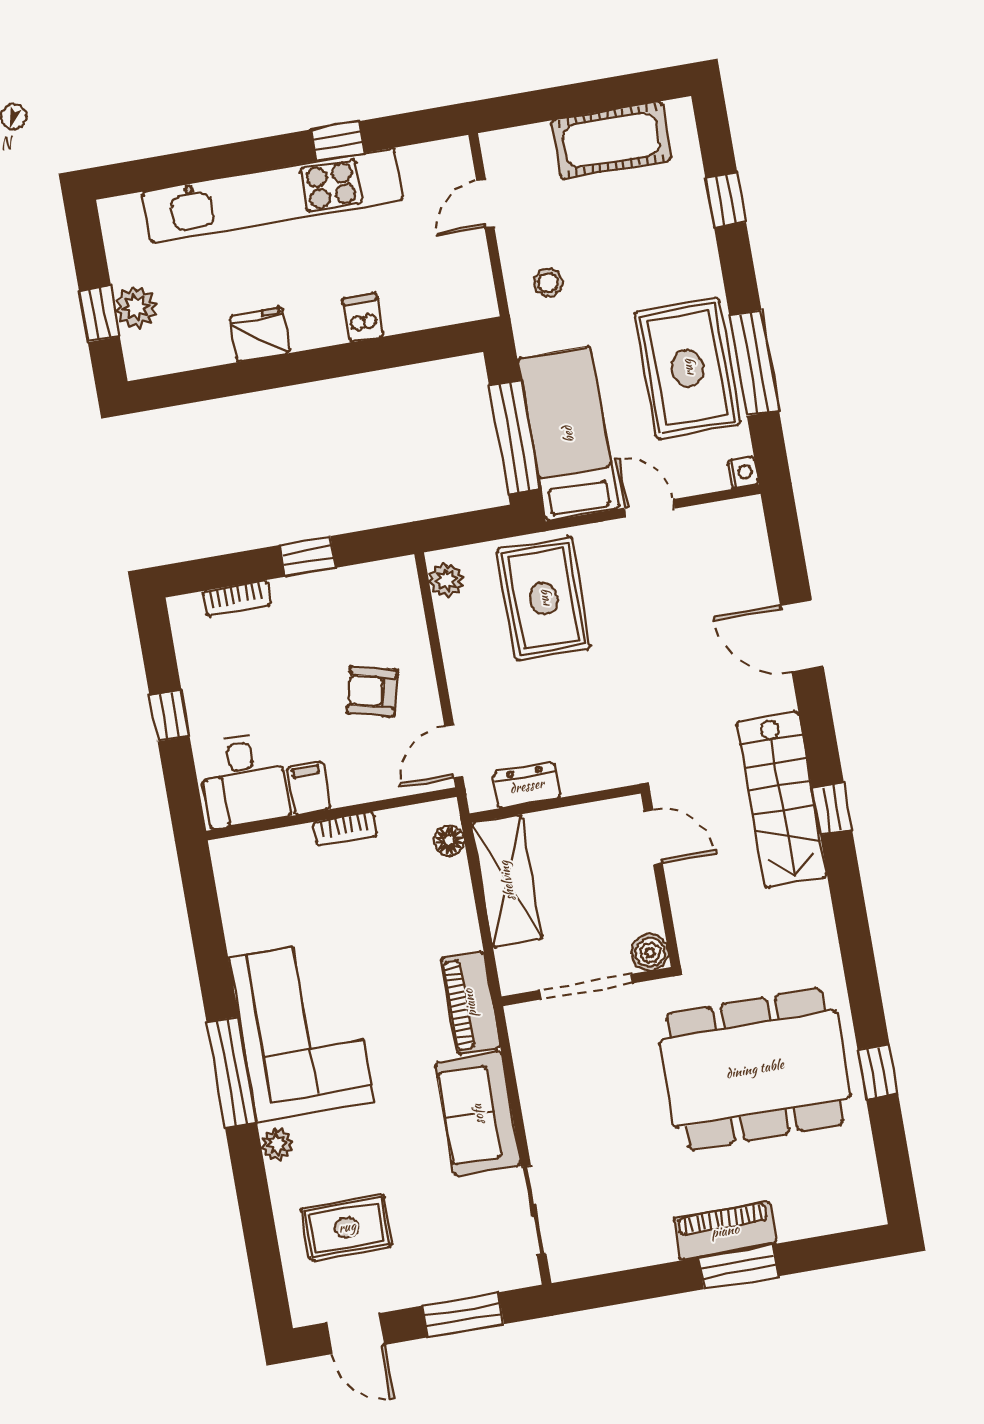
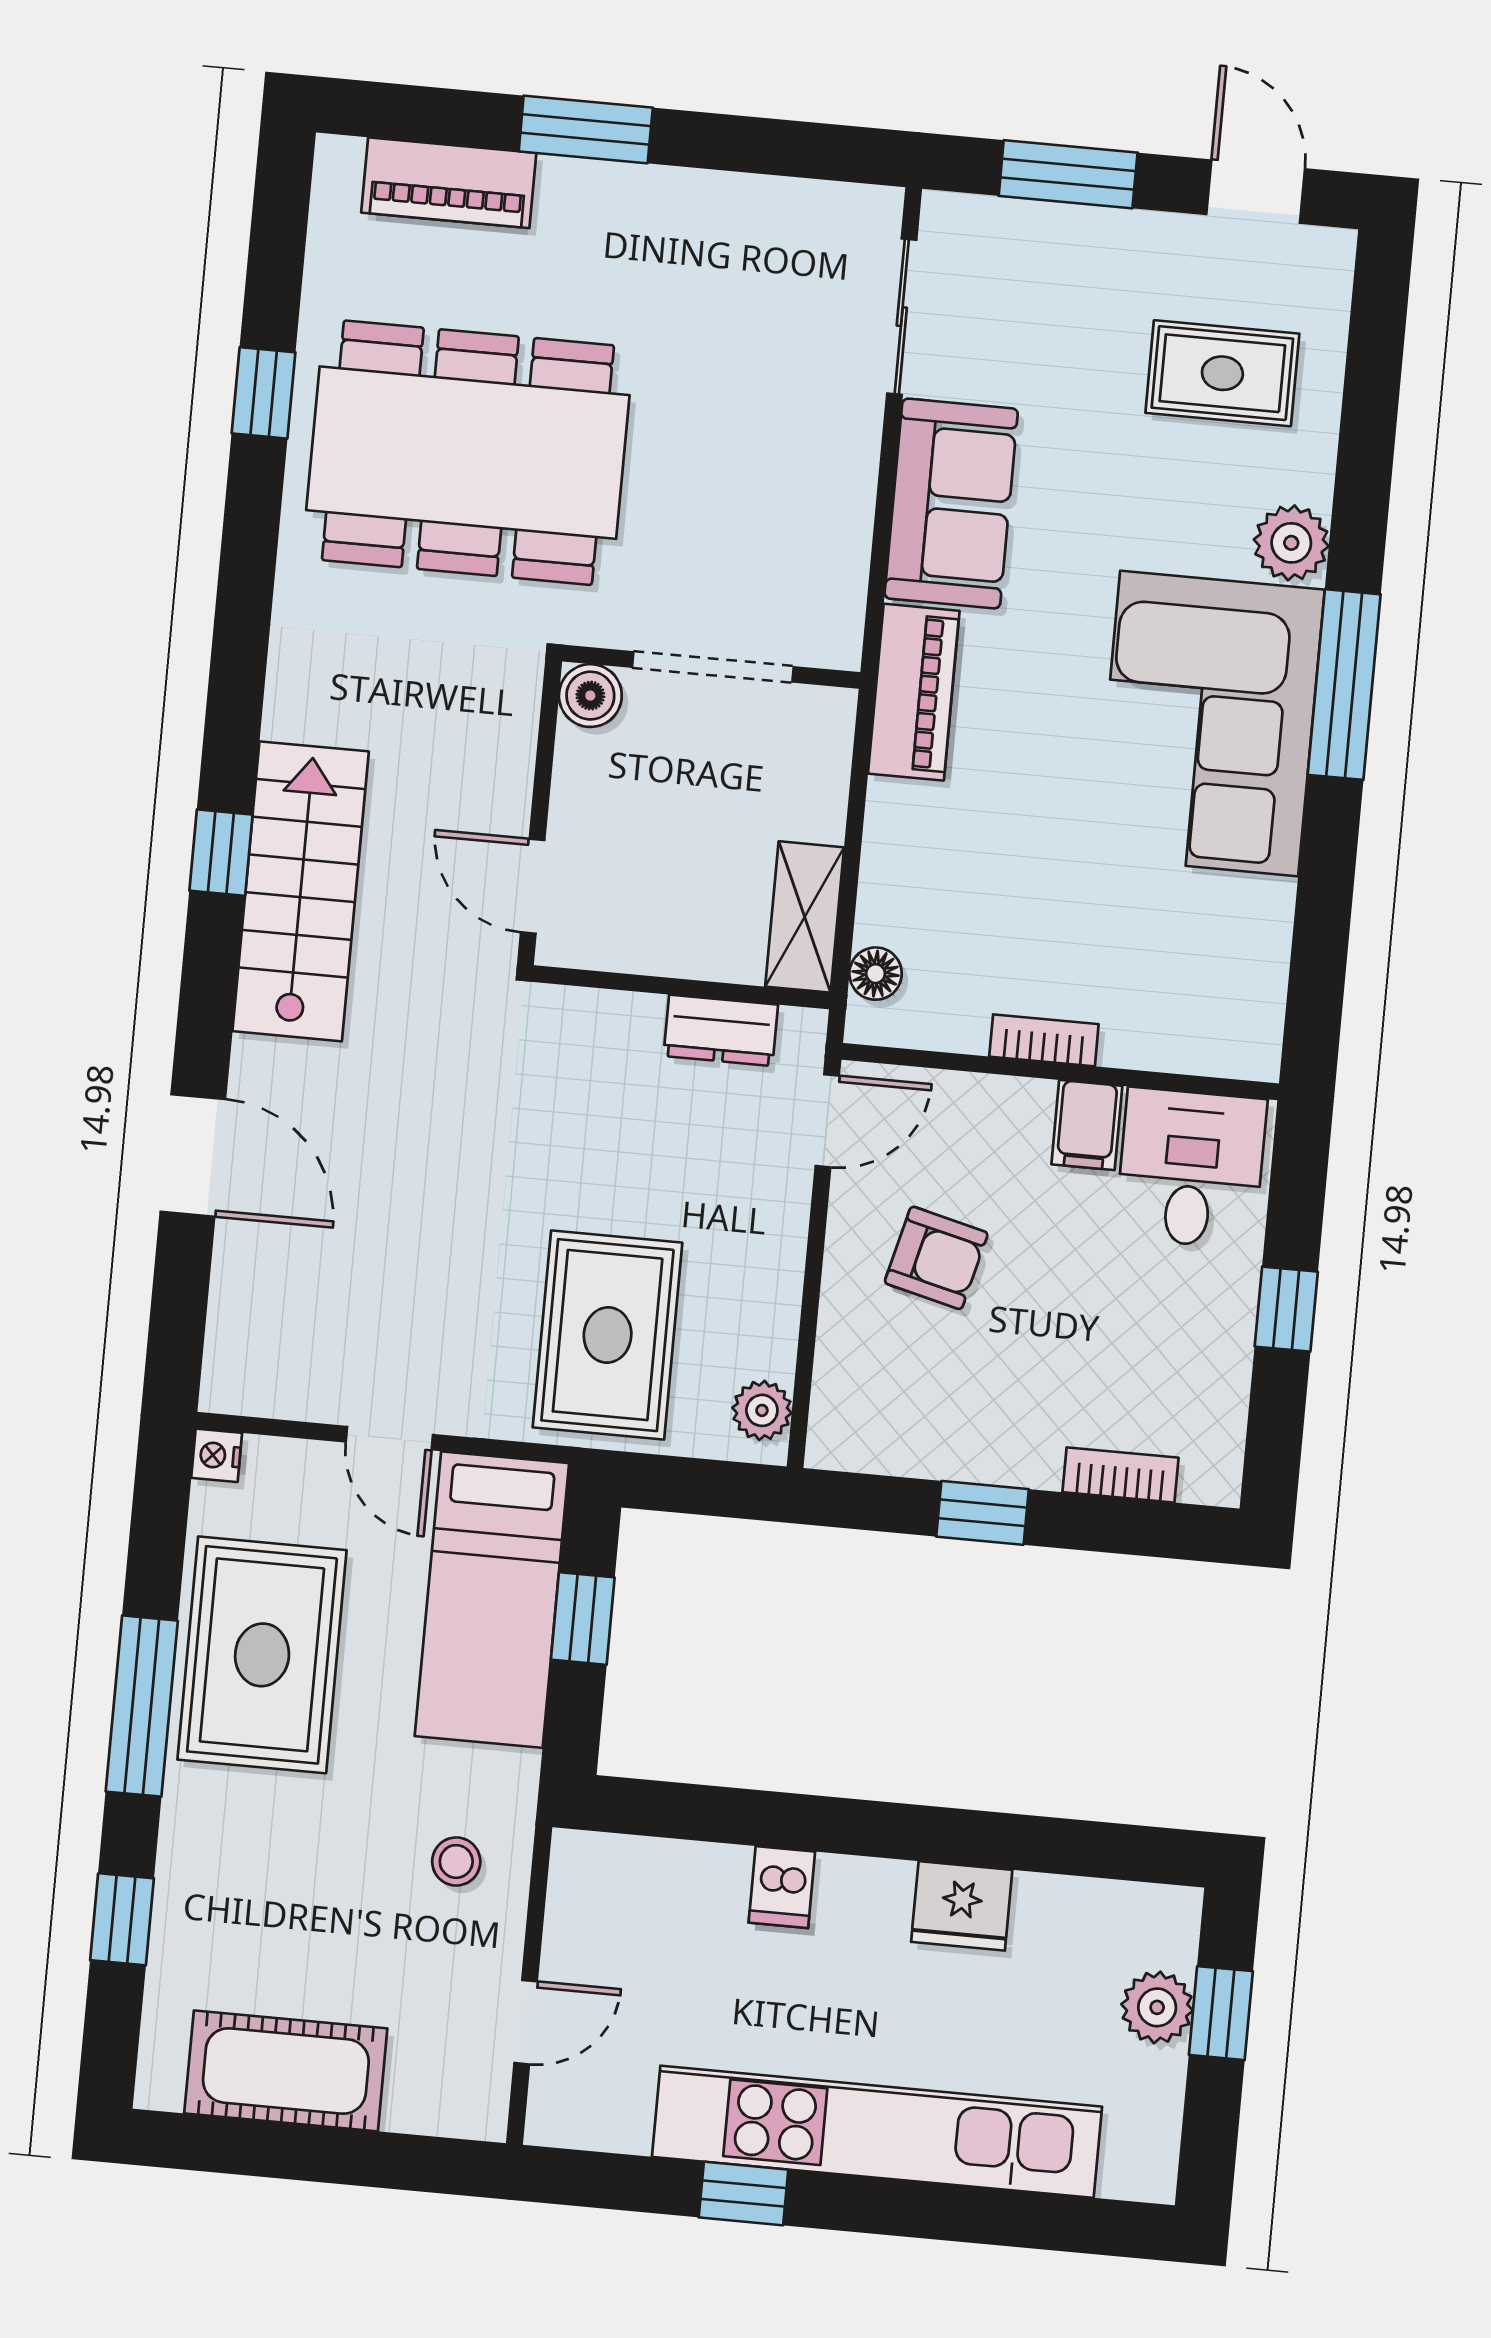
window: (754, 363) -> (142, 1706), moved
window: (515, 437) -> (583, 1619), width x0.46
shelving: (507, 881) -> (805, 917), width x0.67, depth x0.75
plant: (277, 1144) -> (1291, 543), width x1.38, depth x1.38
piano: (725, 1231) -> (449, 183), moved

